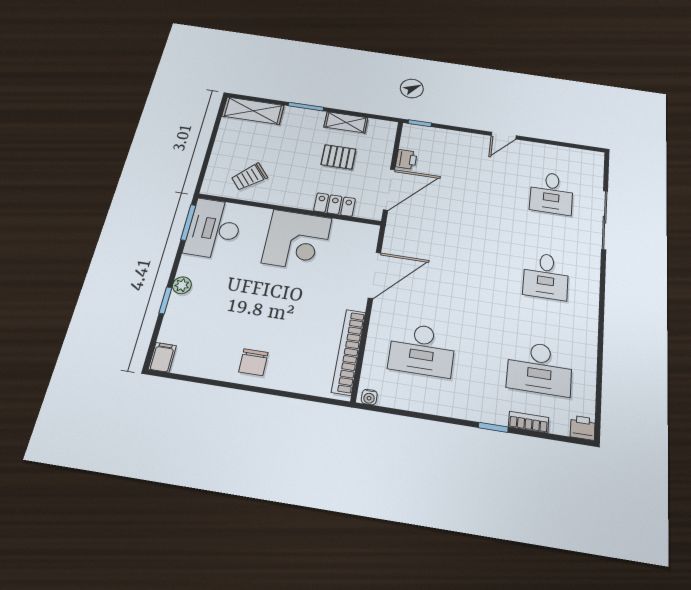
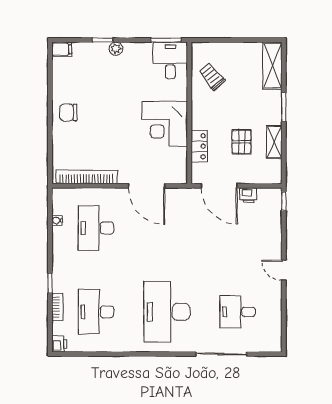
desk: (214, 229) -> (170, 60), width x0.73
desk: (546, 276) -> (167, 312), width x1.87, depth x1.30
water cooler: (369, 397) -> (57, 220), moved

